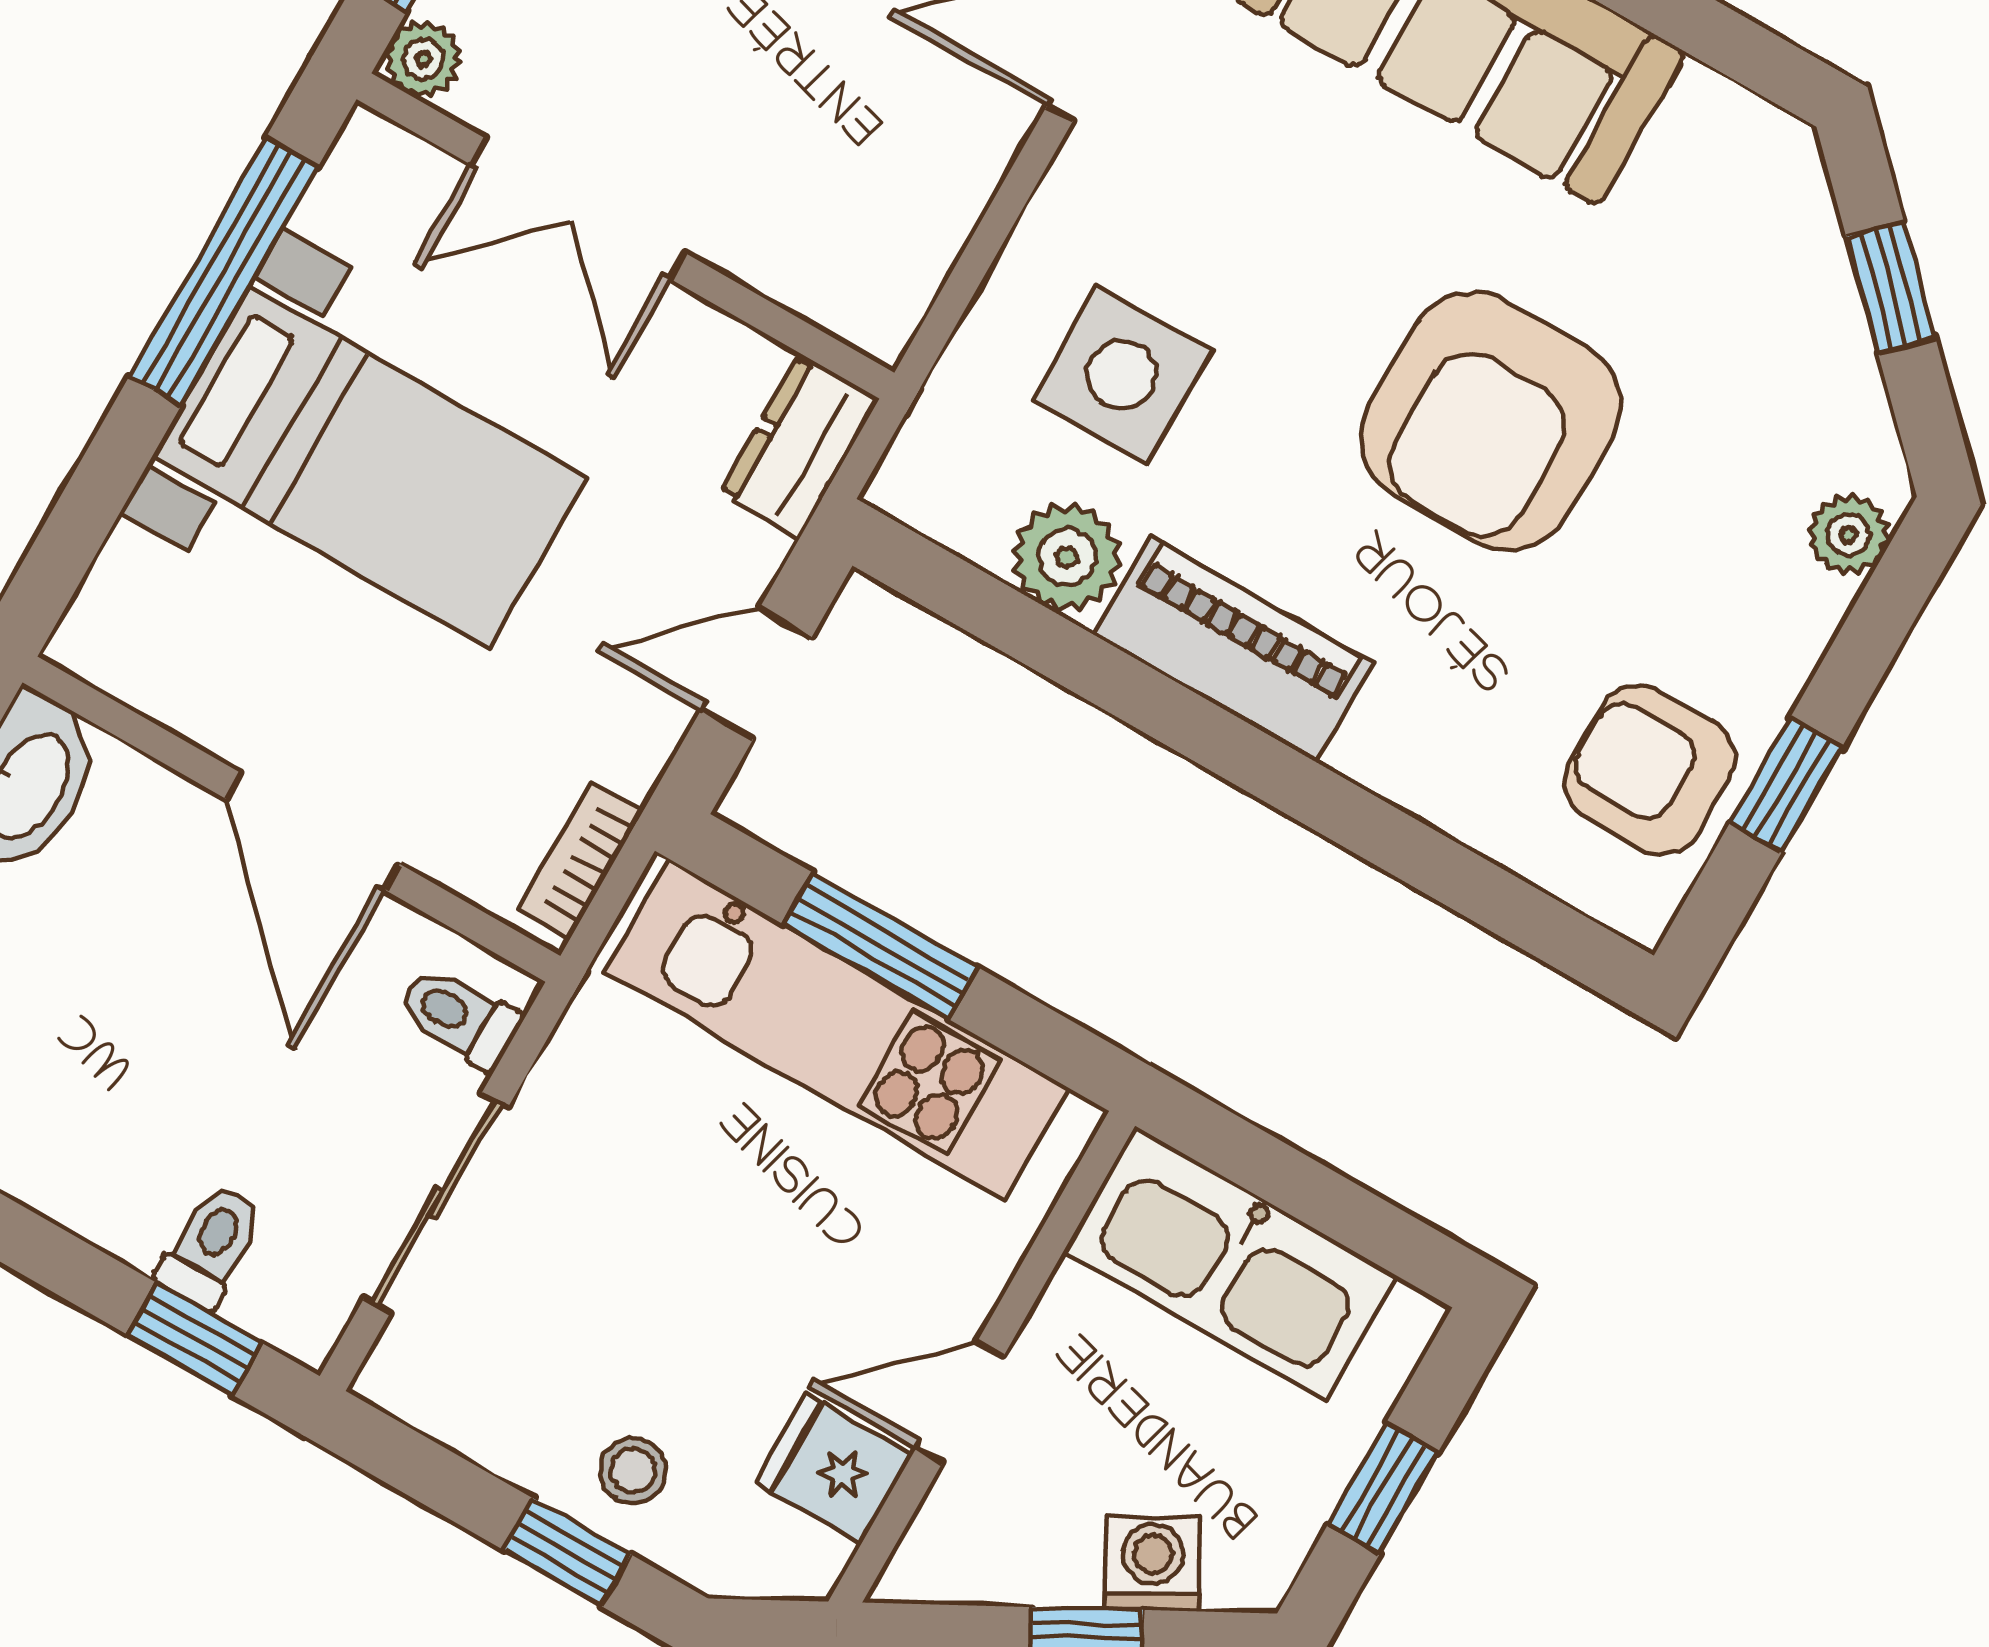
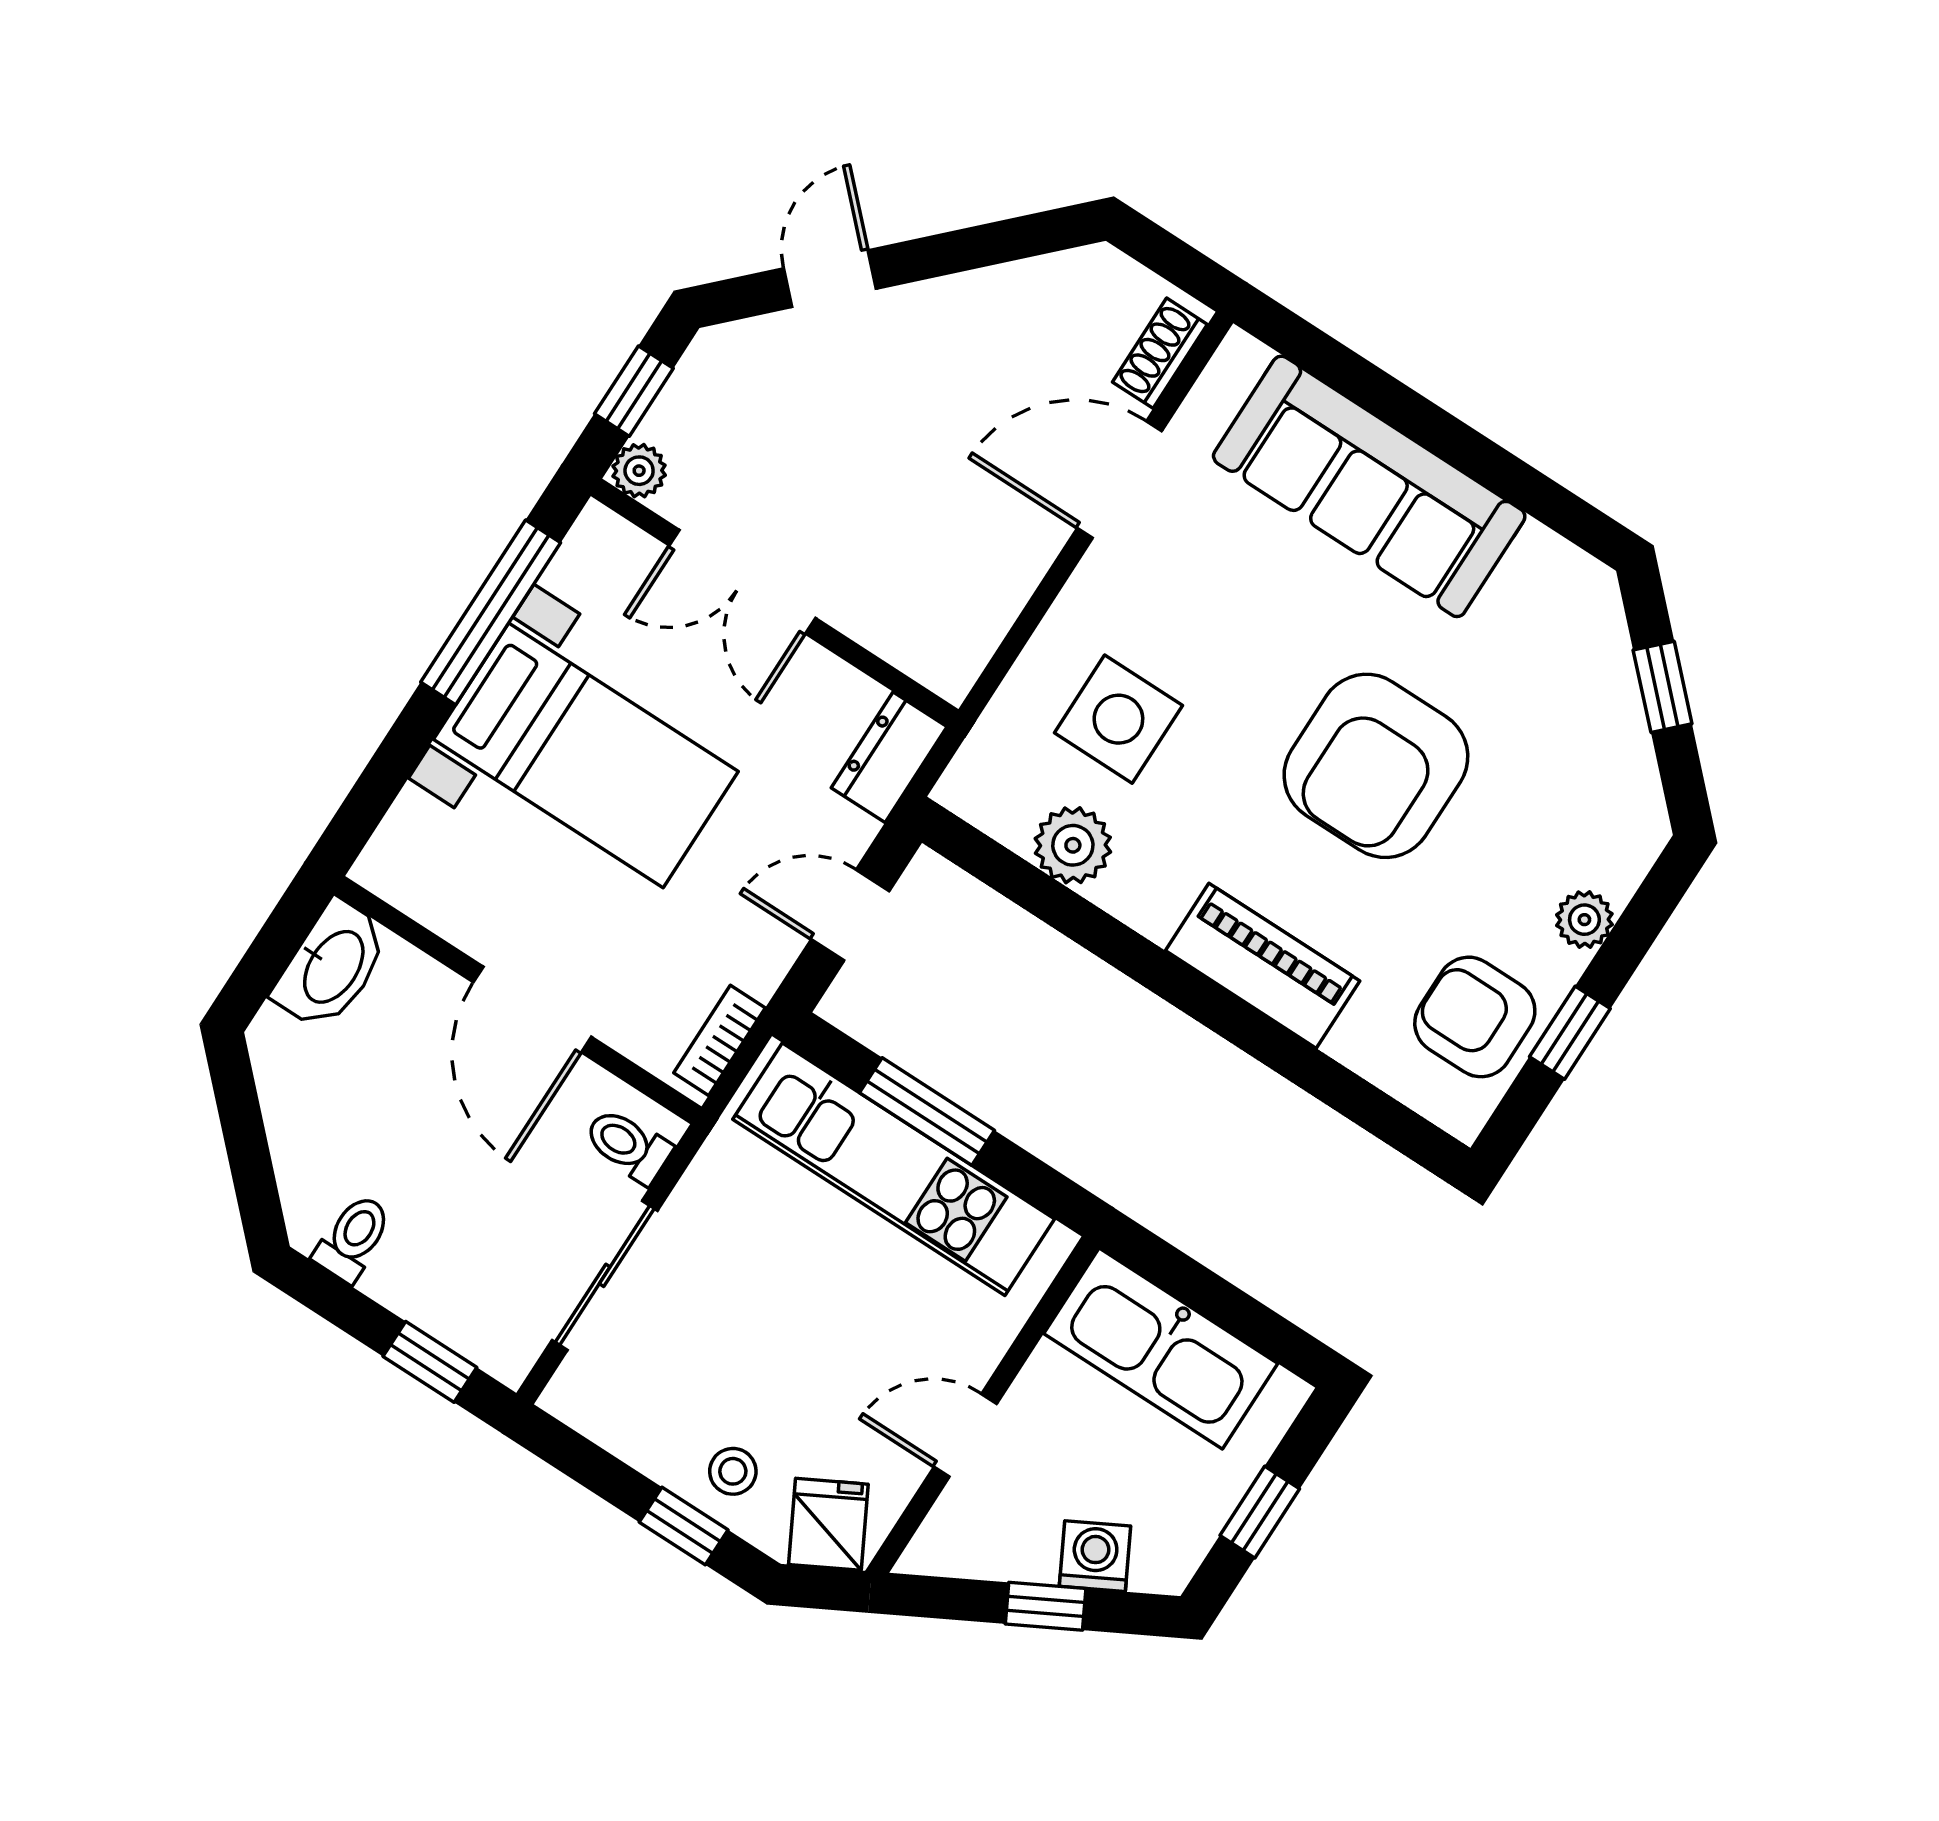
plant: (1849, 535) -> (1584, 920), moved
piano: (1233, 649) -> (1263, 966), moved
toilet: (210, 1246) -> (353, 1238), moved
fridge: (834, 1469) -> (828, 1524), moved, turned 62

